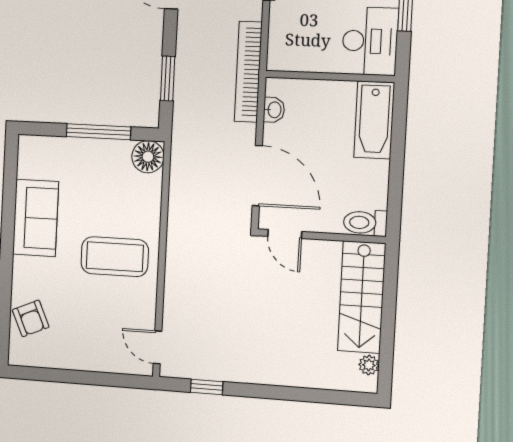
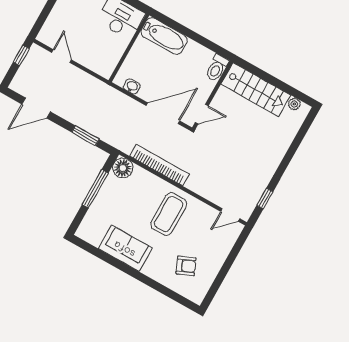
bookcase: (248, 72) -> (159, 165), moved, turned 180
armchair: (31, 318) -> (186, 266), moved

